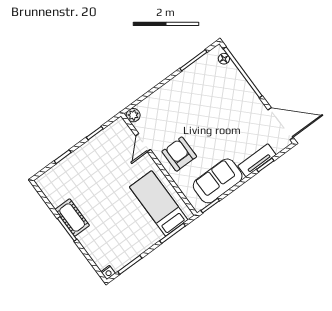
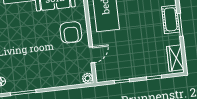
wardrobe: (52, 190) -> (175, 58), added
cot: (72, 217) -> (171, 19), moved

